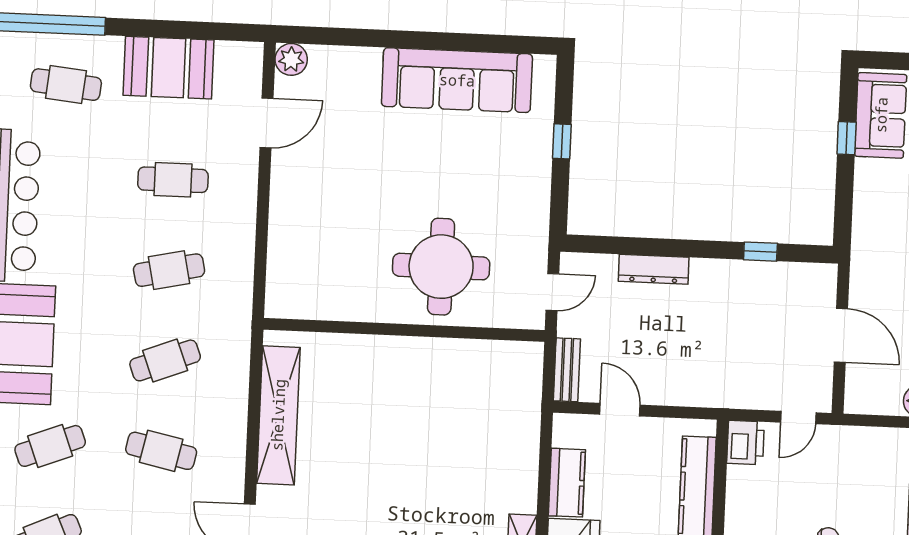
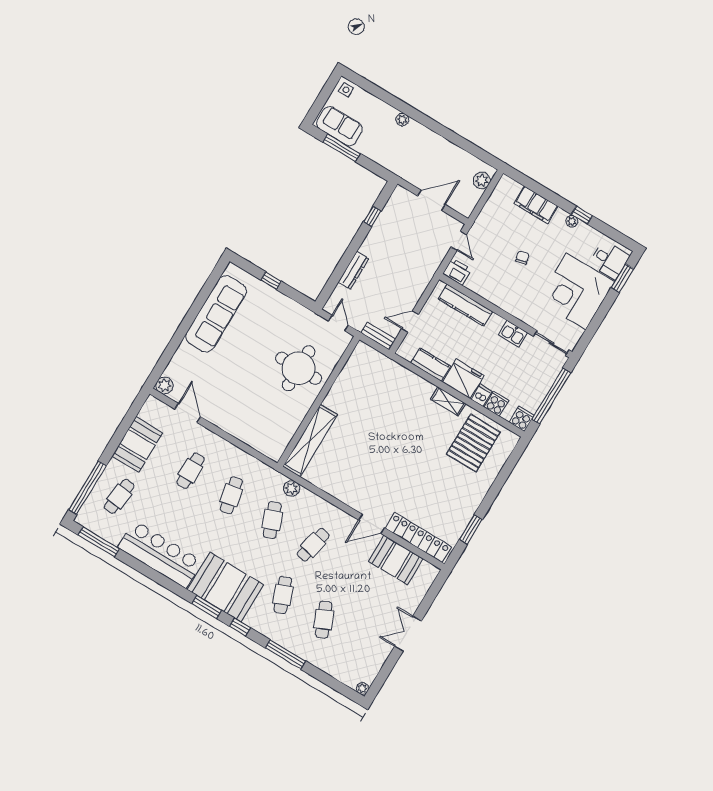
window: (847, 138) -> (341, 148), width x2.17
plant: (235, 364) -> (292, 488), added
shelving: (278, 415) -> (310, 441), moved, turned 90

